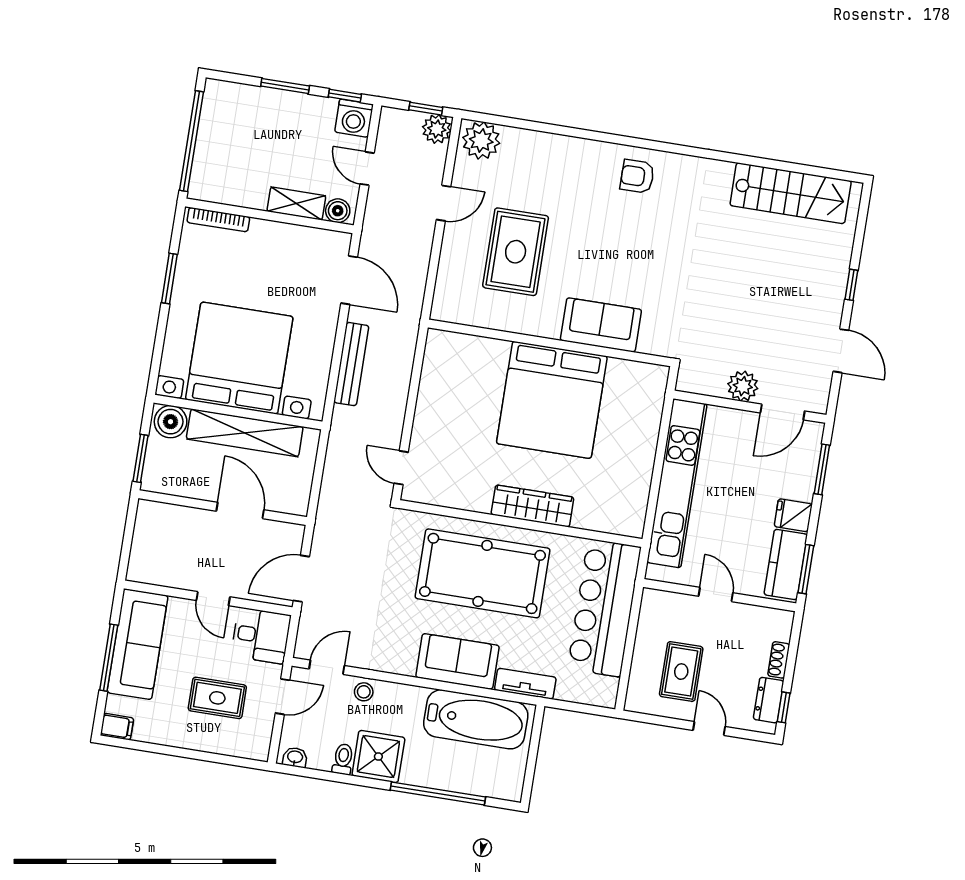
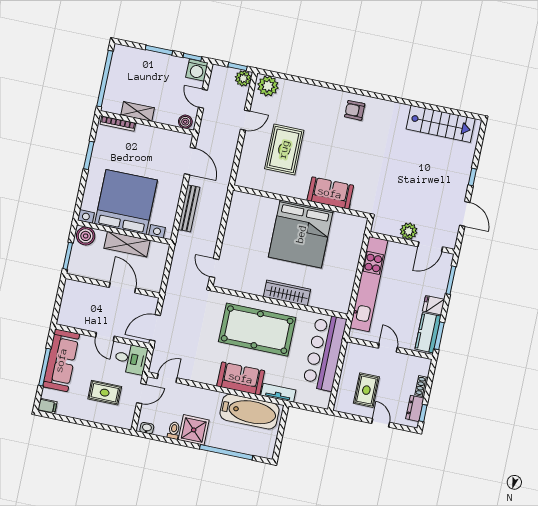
shelving: (296, 204) -> (138, 111), moved
shelving: (245, 433) -> (127, 244), width x0.68
stool: (364, 692) -> (187, 393), removed

